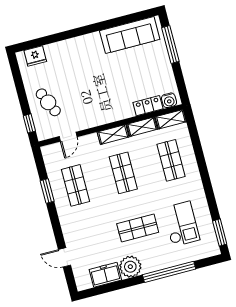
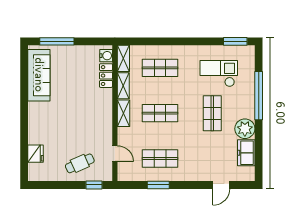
fridge: (35, 56) -> (36, 154), moved

